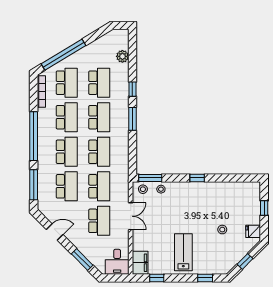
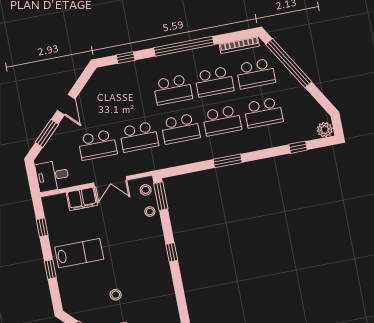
plant: (122, 56) -> (325, 130), moved
window: (132, 89) -> (298, 147), moved
window: (34, 185) -> (126, 58), width x0.46
school desk: (67, 186) -> (131, 98), removed
door: (55, 232) -> (66, 105), moved
filing cabinet: (140, 263) -> (82, 199), moved
window: (205, 278) -> (50, 269), moved

